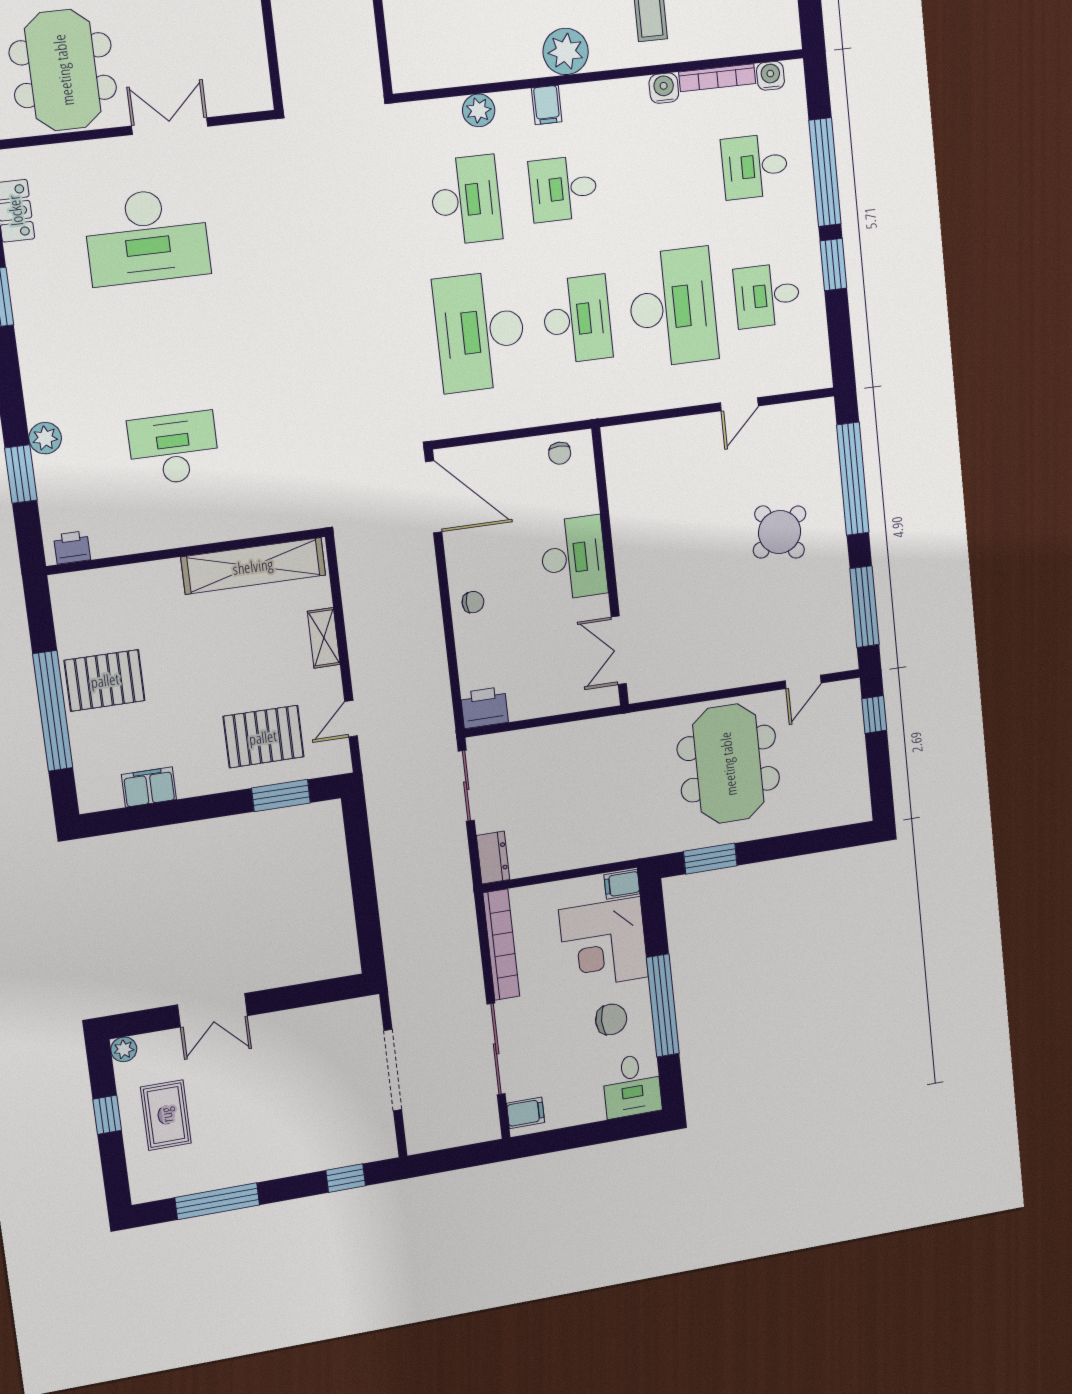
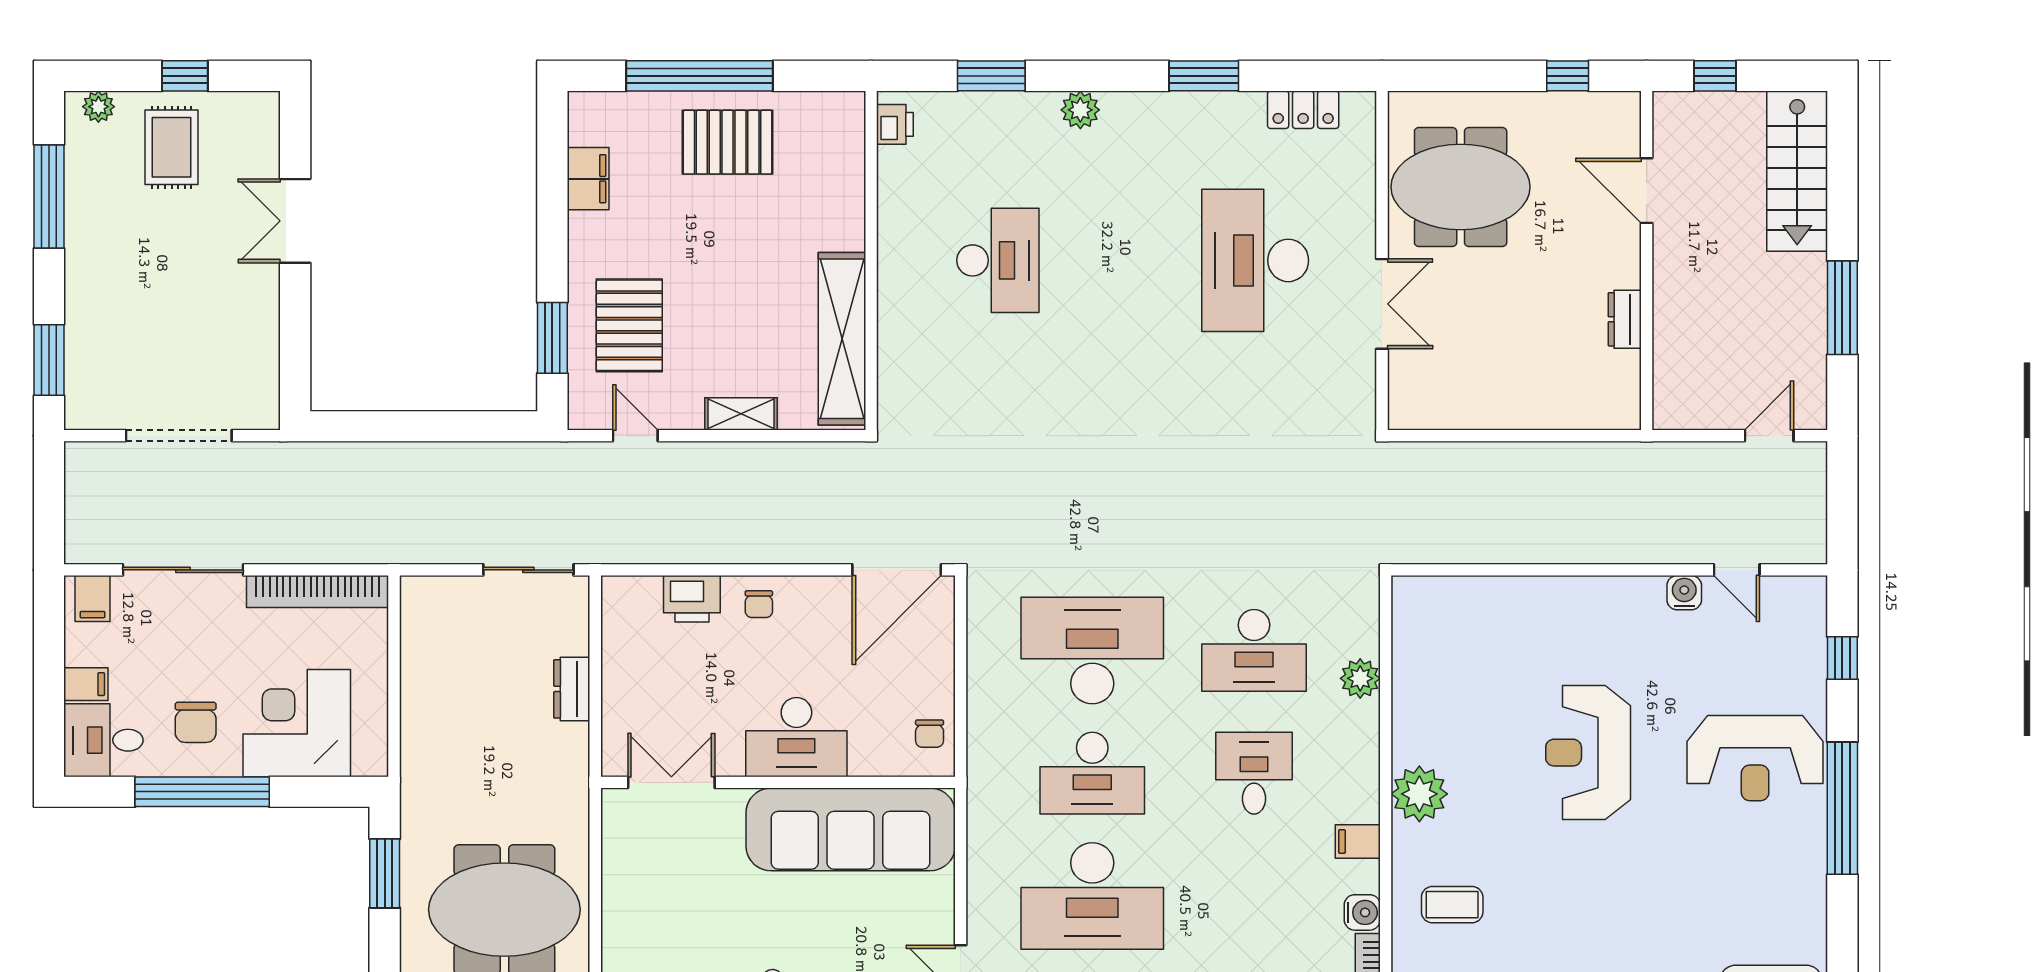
filing cabinet: (547, 105) -> (1358, 842), moved
plant: (45, 438) -> (1080, 110), moved
chair: (560, 453) -> (930, 734), turned -90
sofa: (641, 505) -> (851, 829), added
pallet: (105, 680) -> (728, 142), turned 90
printer: (484, 707) -> (692, 599), moved, turned 90
dresser: (493, 858) -> (572, 689), moved, turned 90
filing cabinet: (622, 884) -> (86, 684), moved, turned 90
plant: (124, 1049) -> (98, 107), moved
rug: (166, 1115) -> (172, 147), turned 90
window: (346, 1178) -> (49, 360), width x1.50

